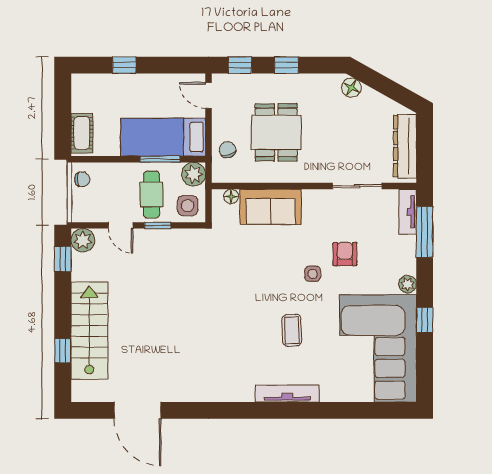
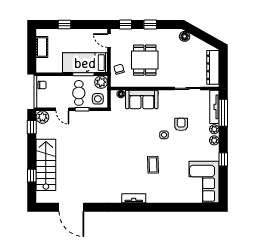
cot: (82, 133) -> (42, 47), moved
tv unit: (408, 212) -> (214, 107), width x1.41
plant: (408, 263) -> (214, 129), added
corner sofa: (378, 348) -> (204, 182), width x0.73, depth x0.74
tv unit: (287, 394) -> (134, 198), moved, width x0.71

